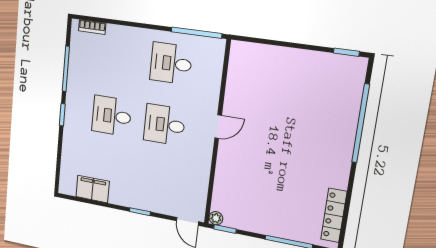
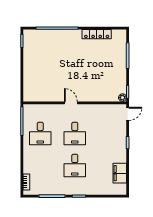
locker: (334, 215) -> (97, 34), moved

